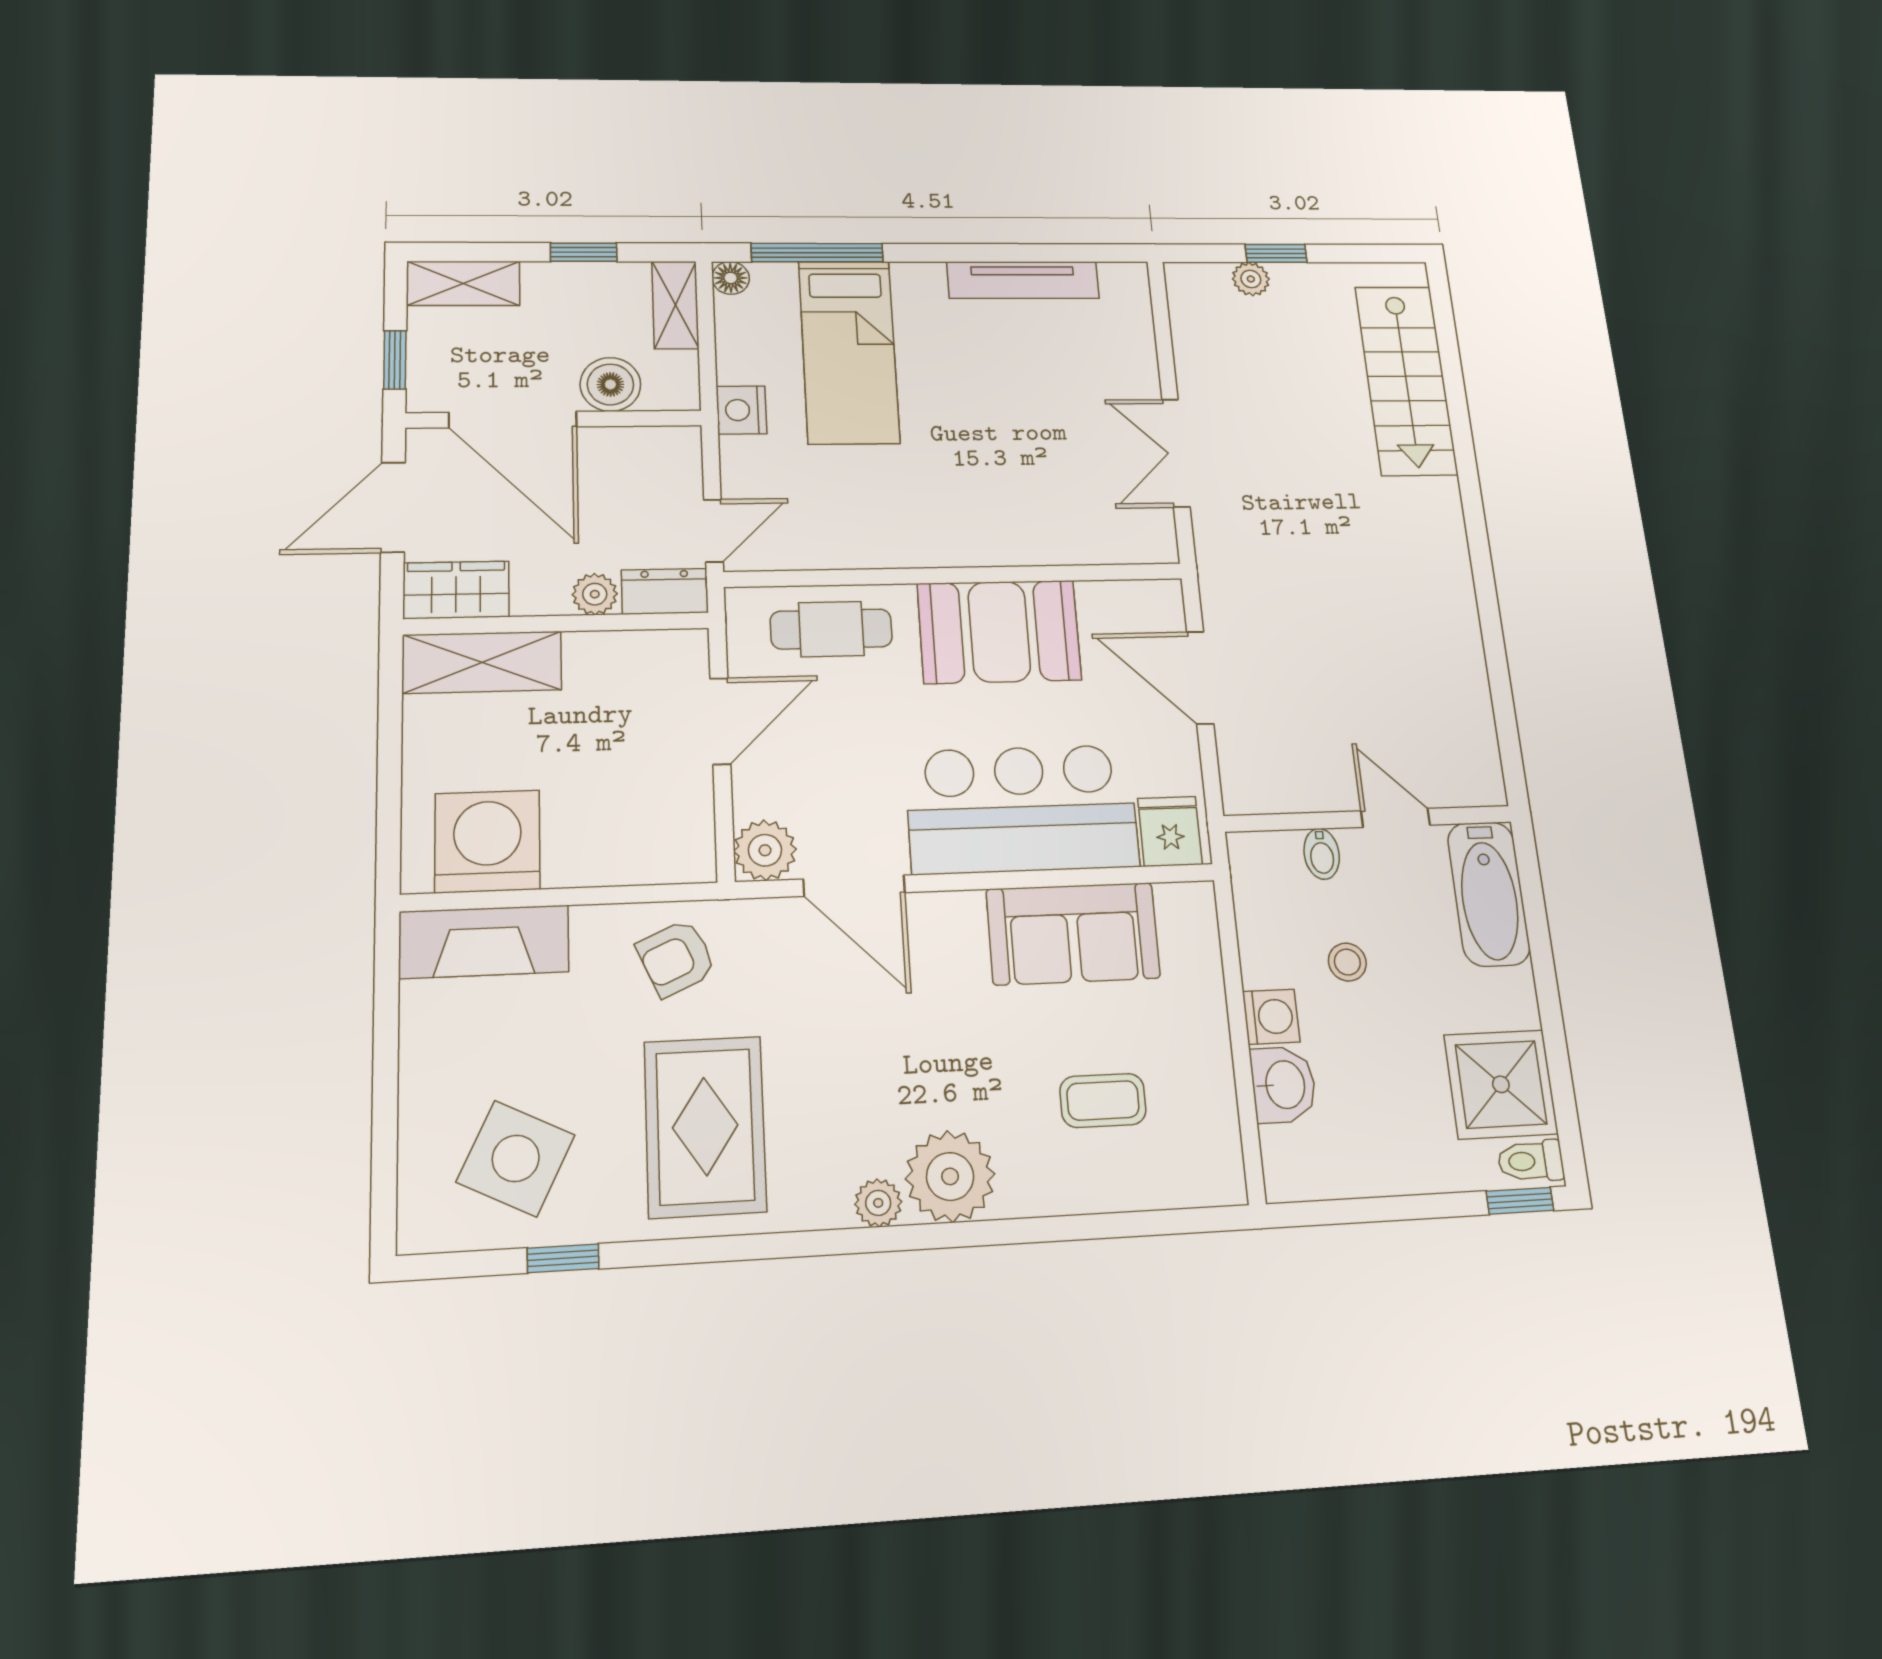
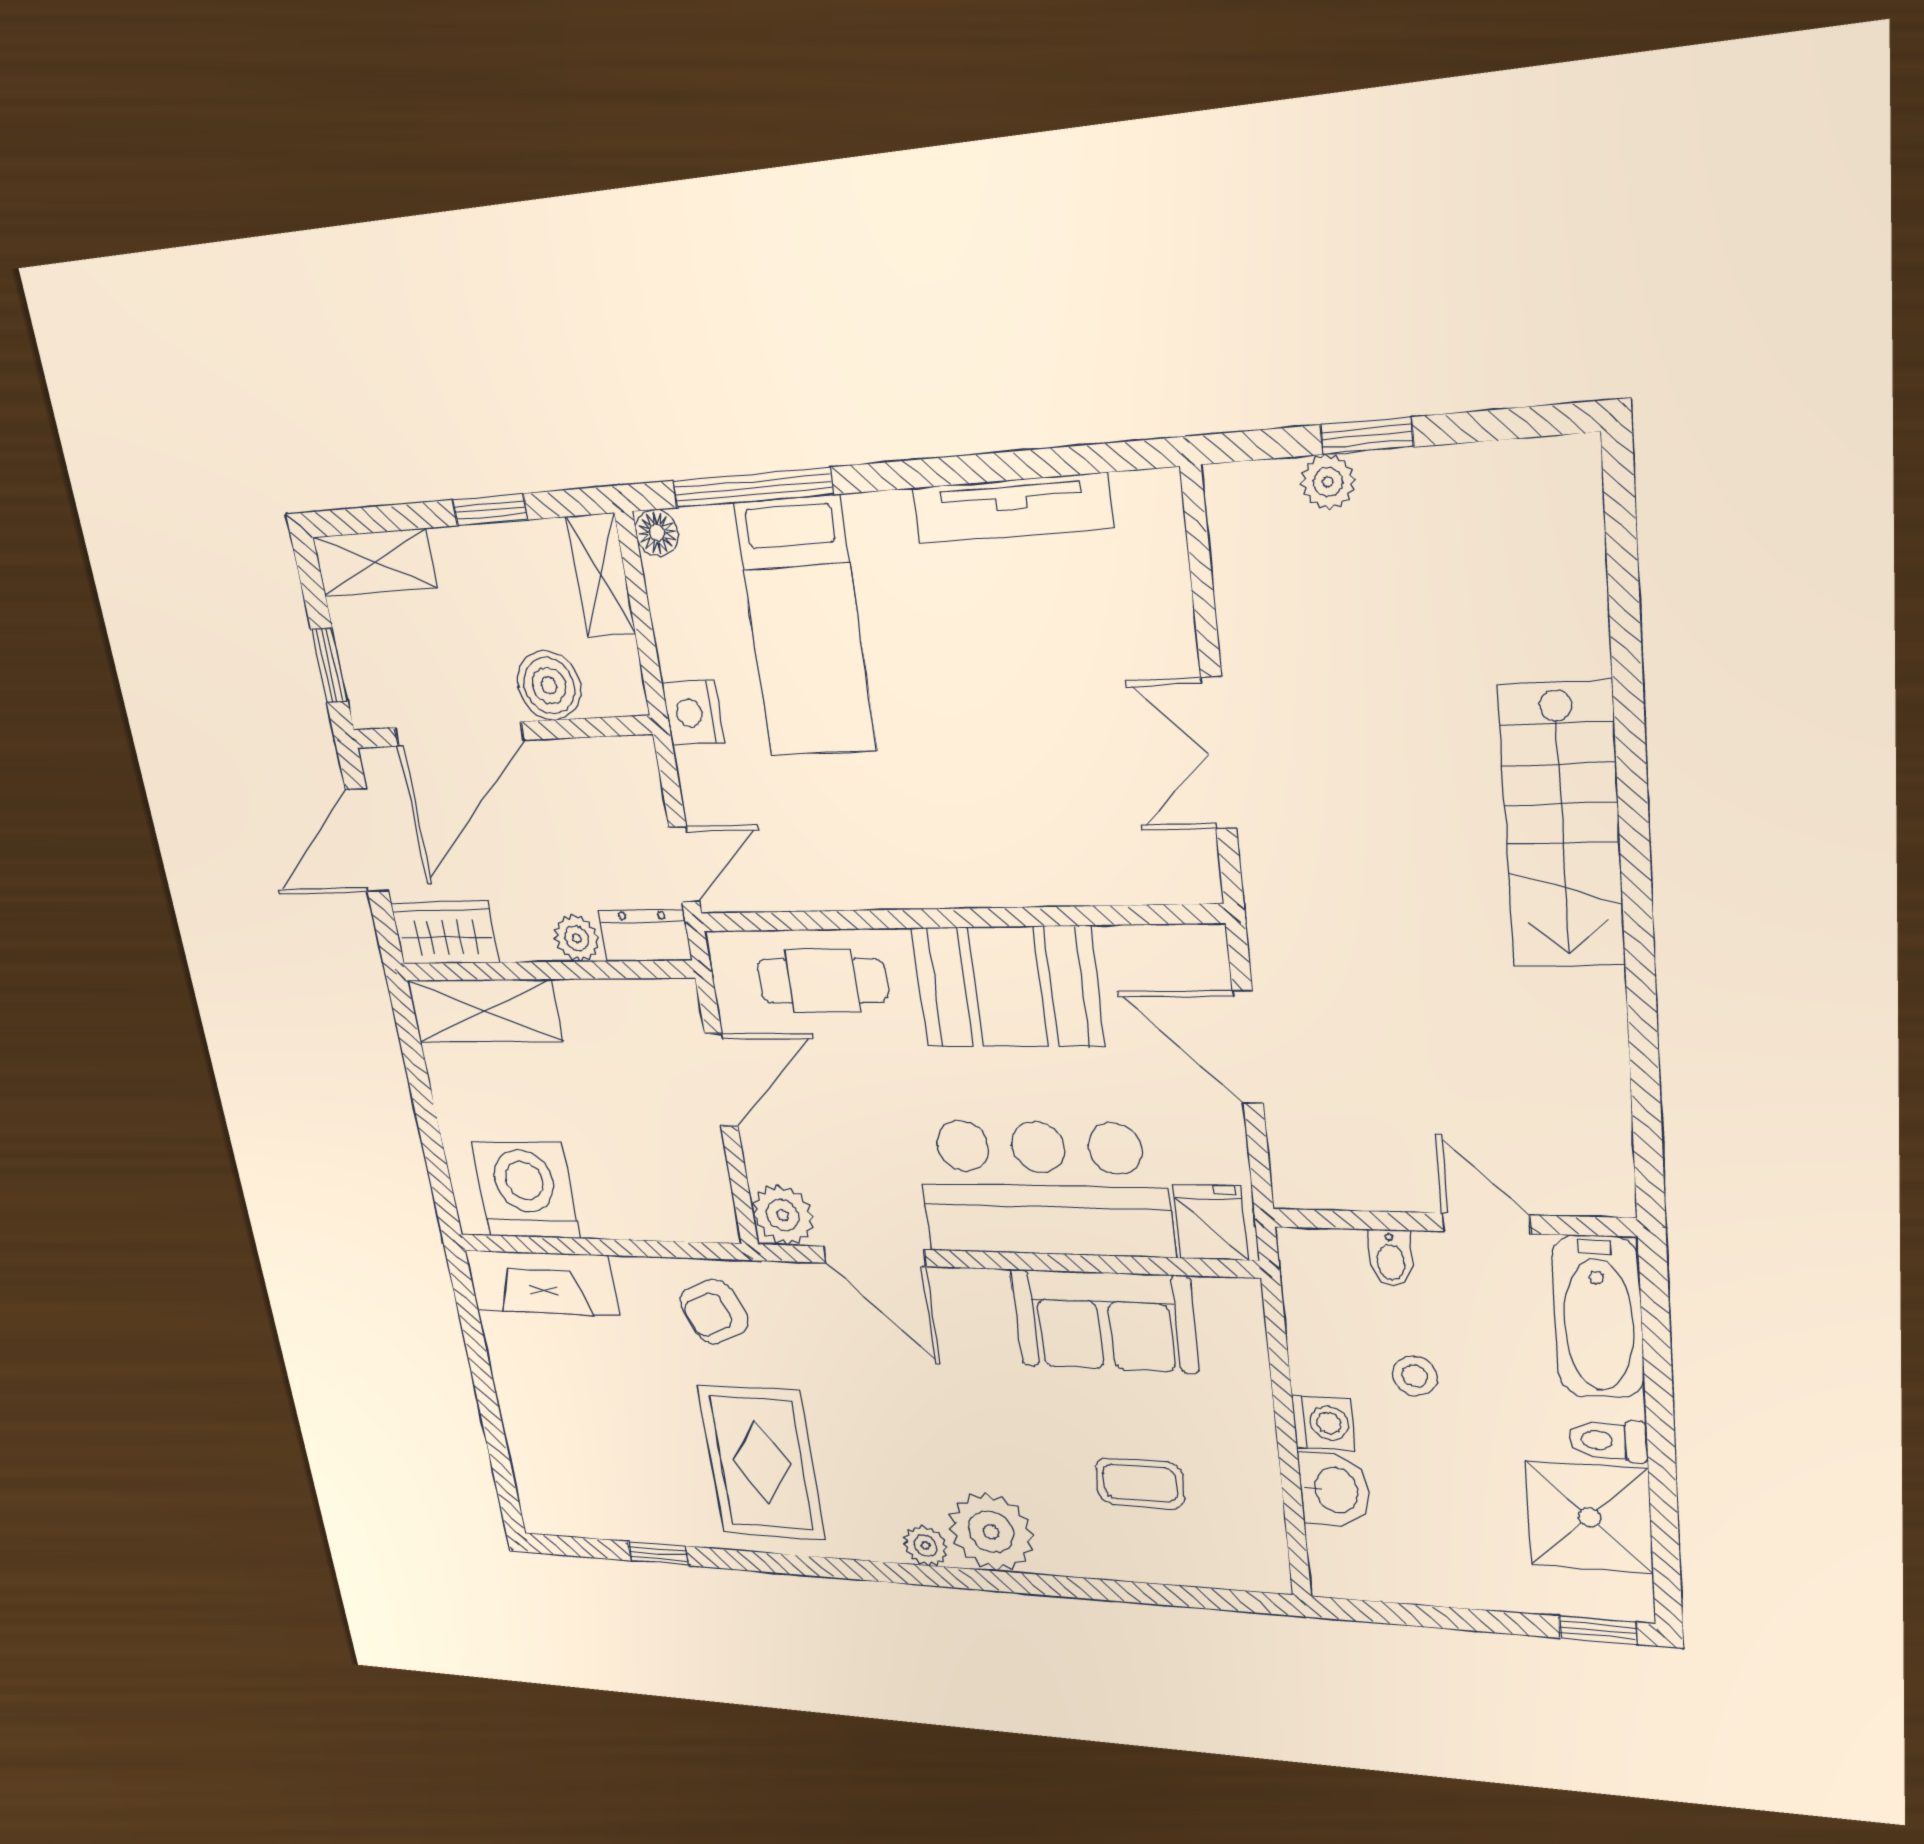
stairs: (1406, 380) -> (1562, 826), moved
door: (513, 420) -> (459, 734), hinge flipped
side table: (516, 1158) -> (605, 1470), removed
toilet: (1531, 1161) -> (1608, 1441), moved

